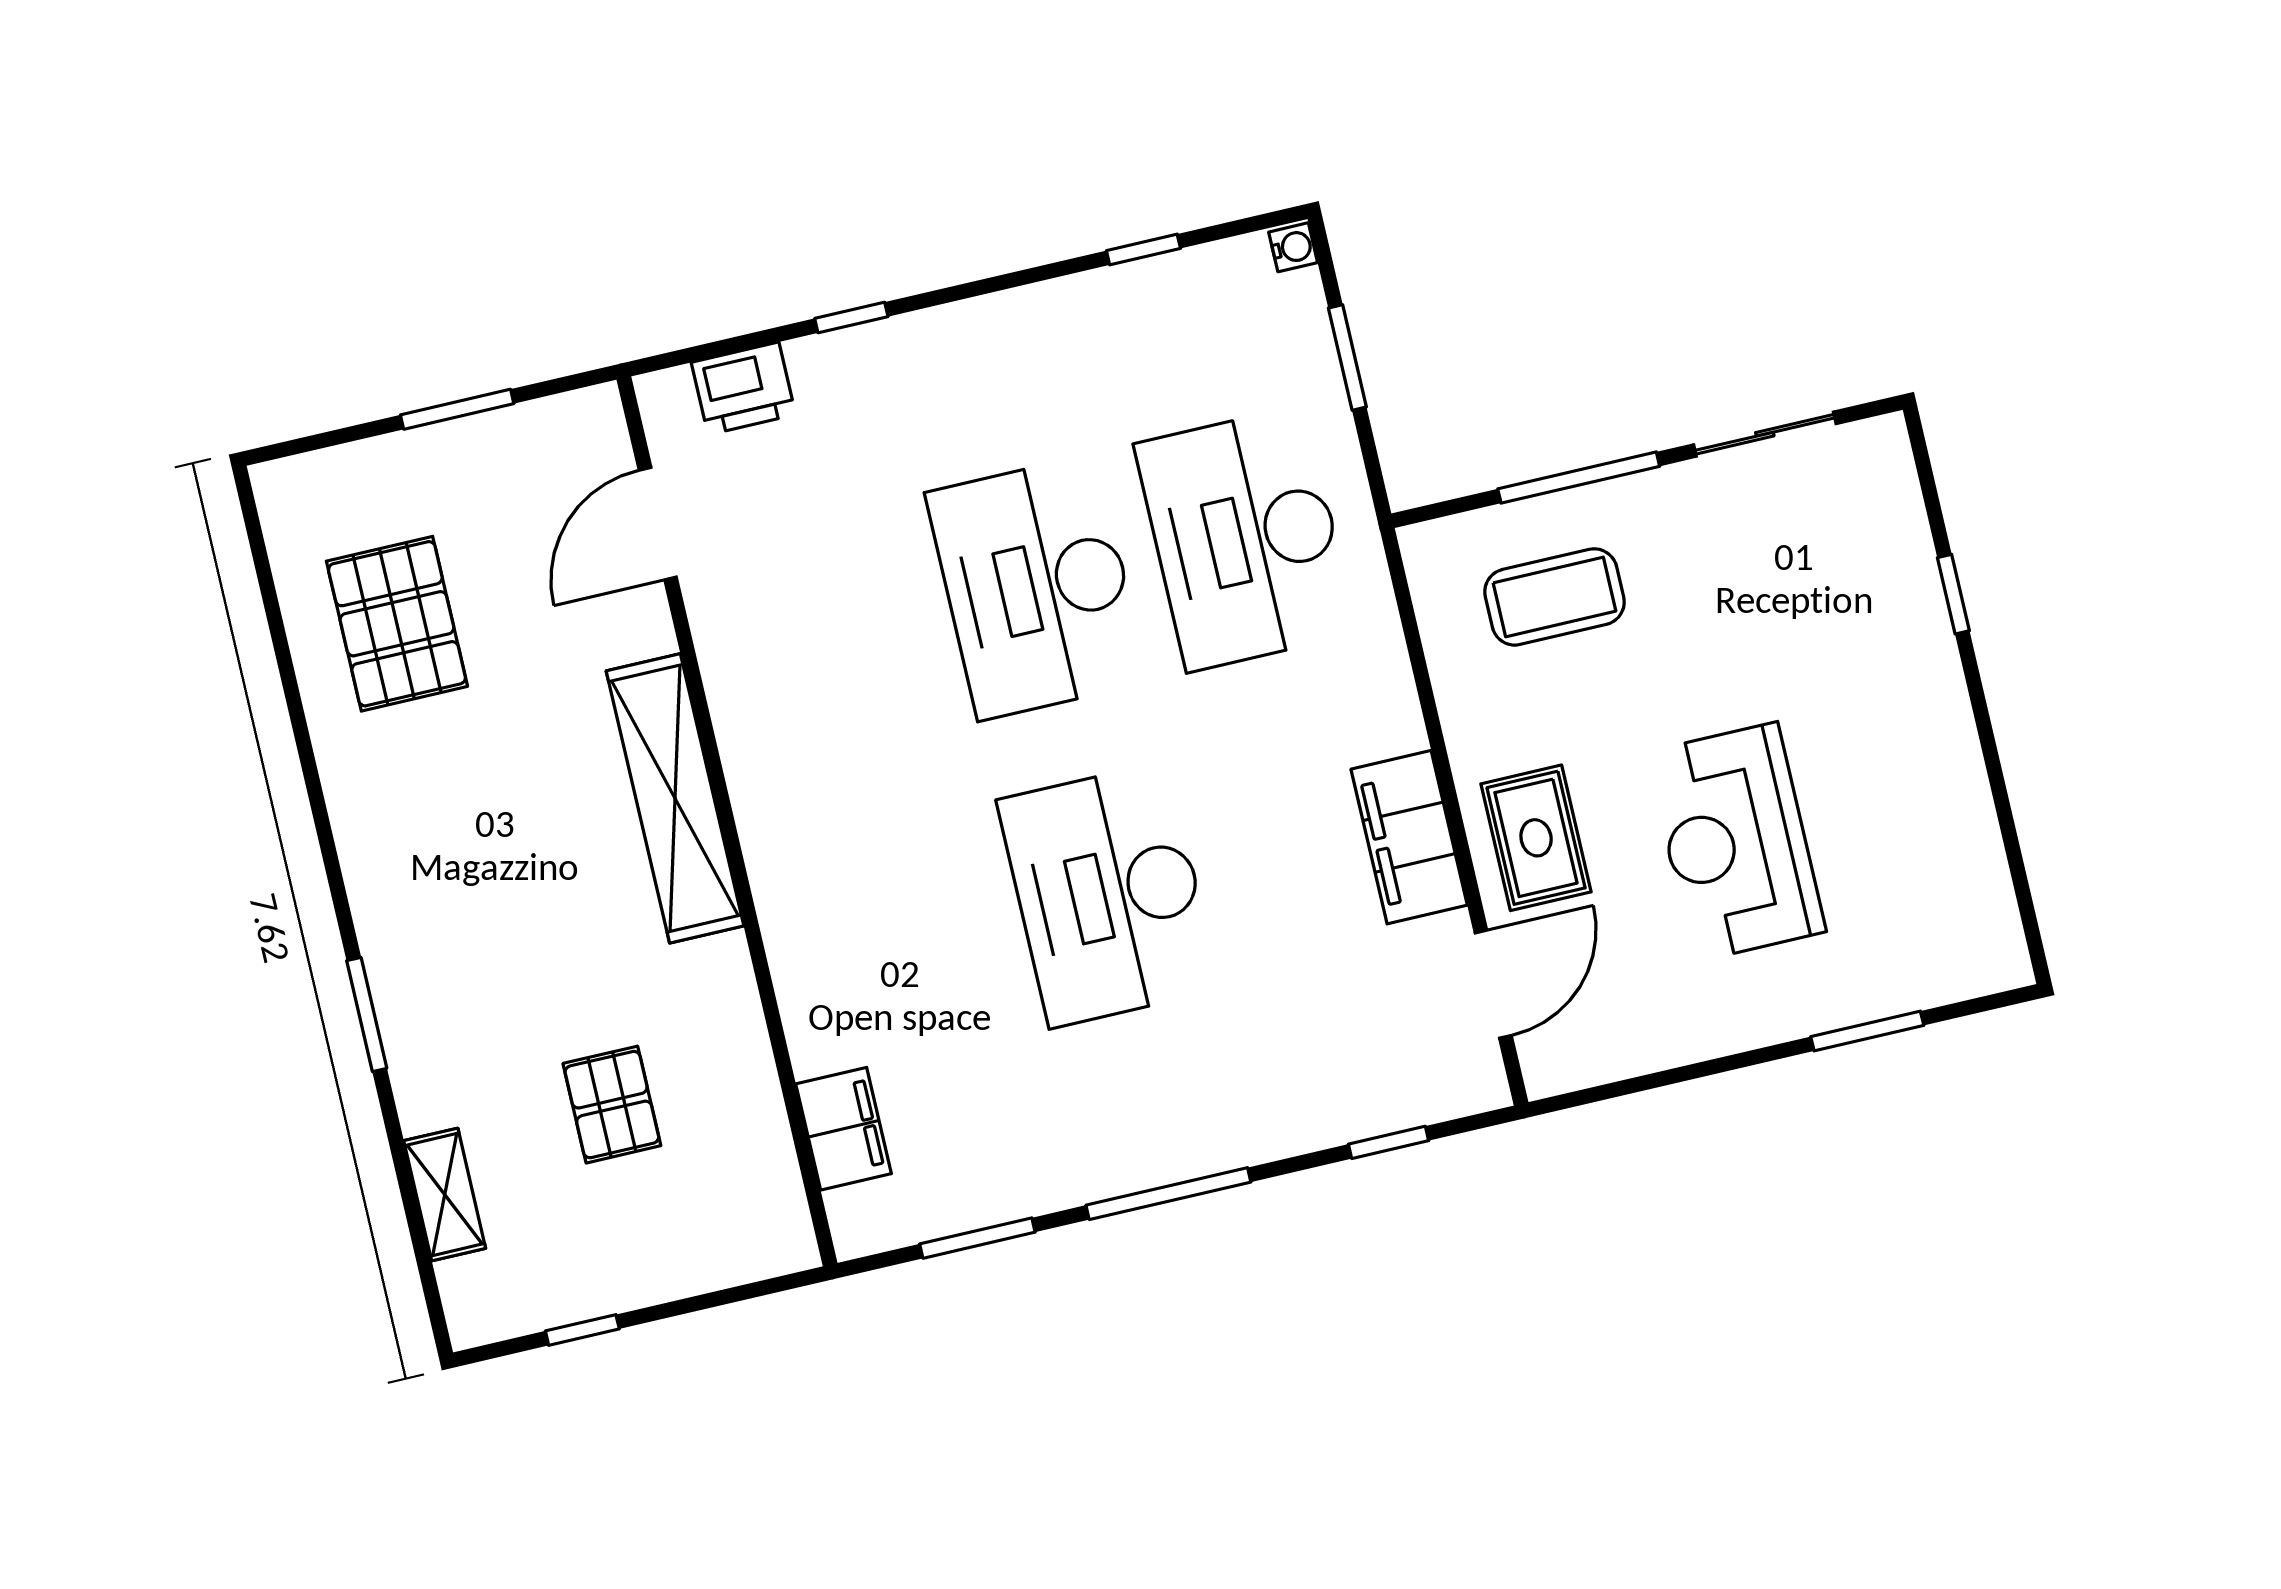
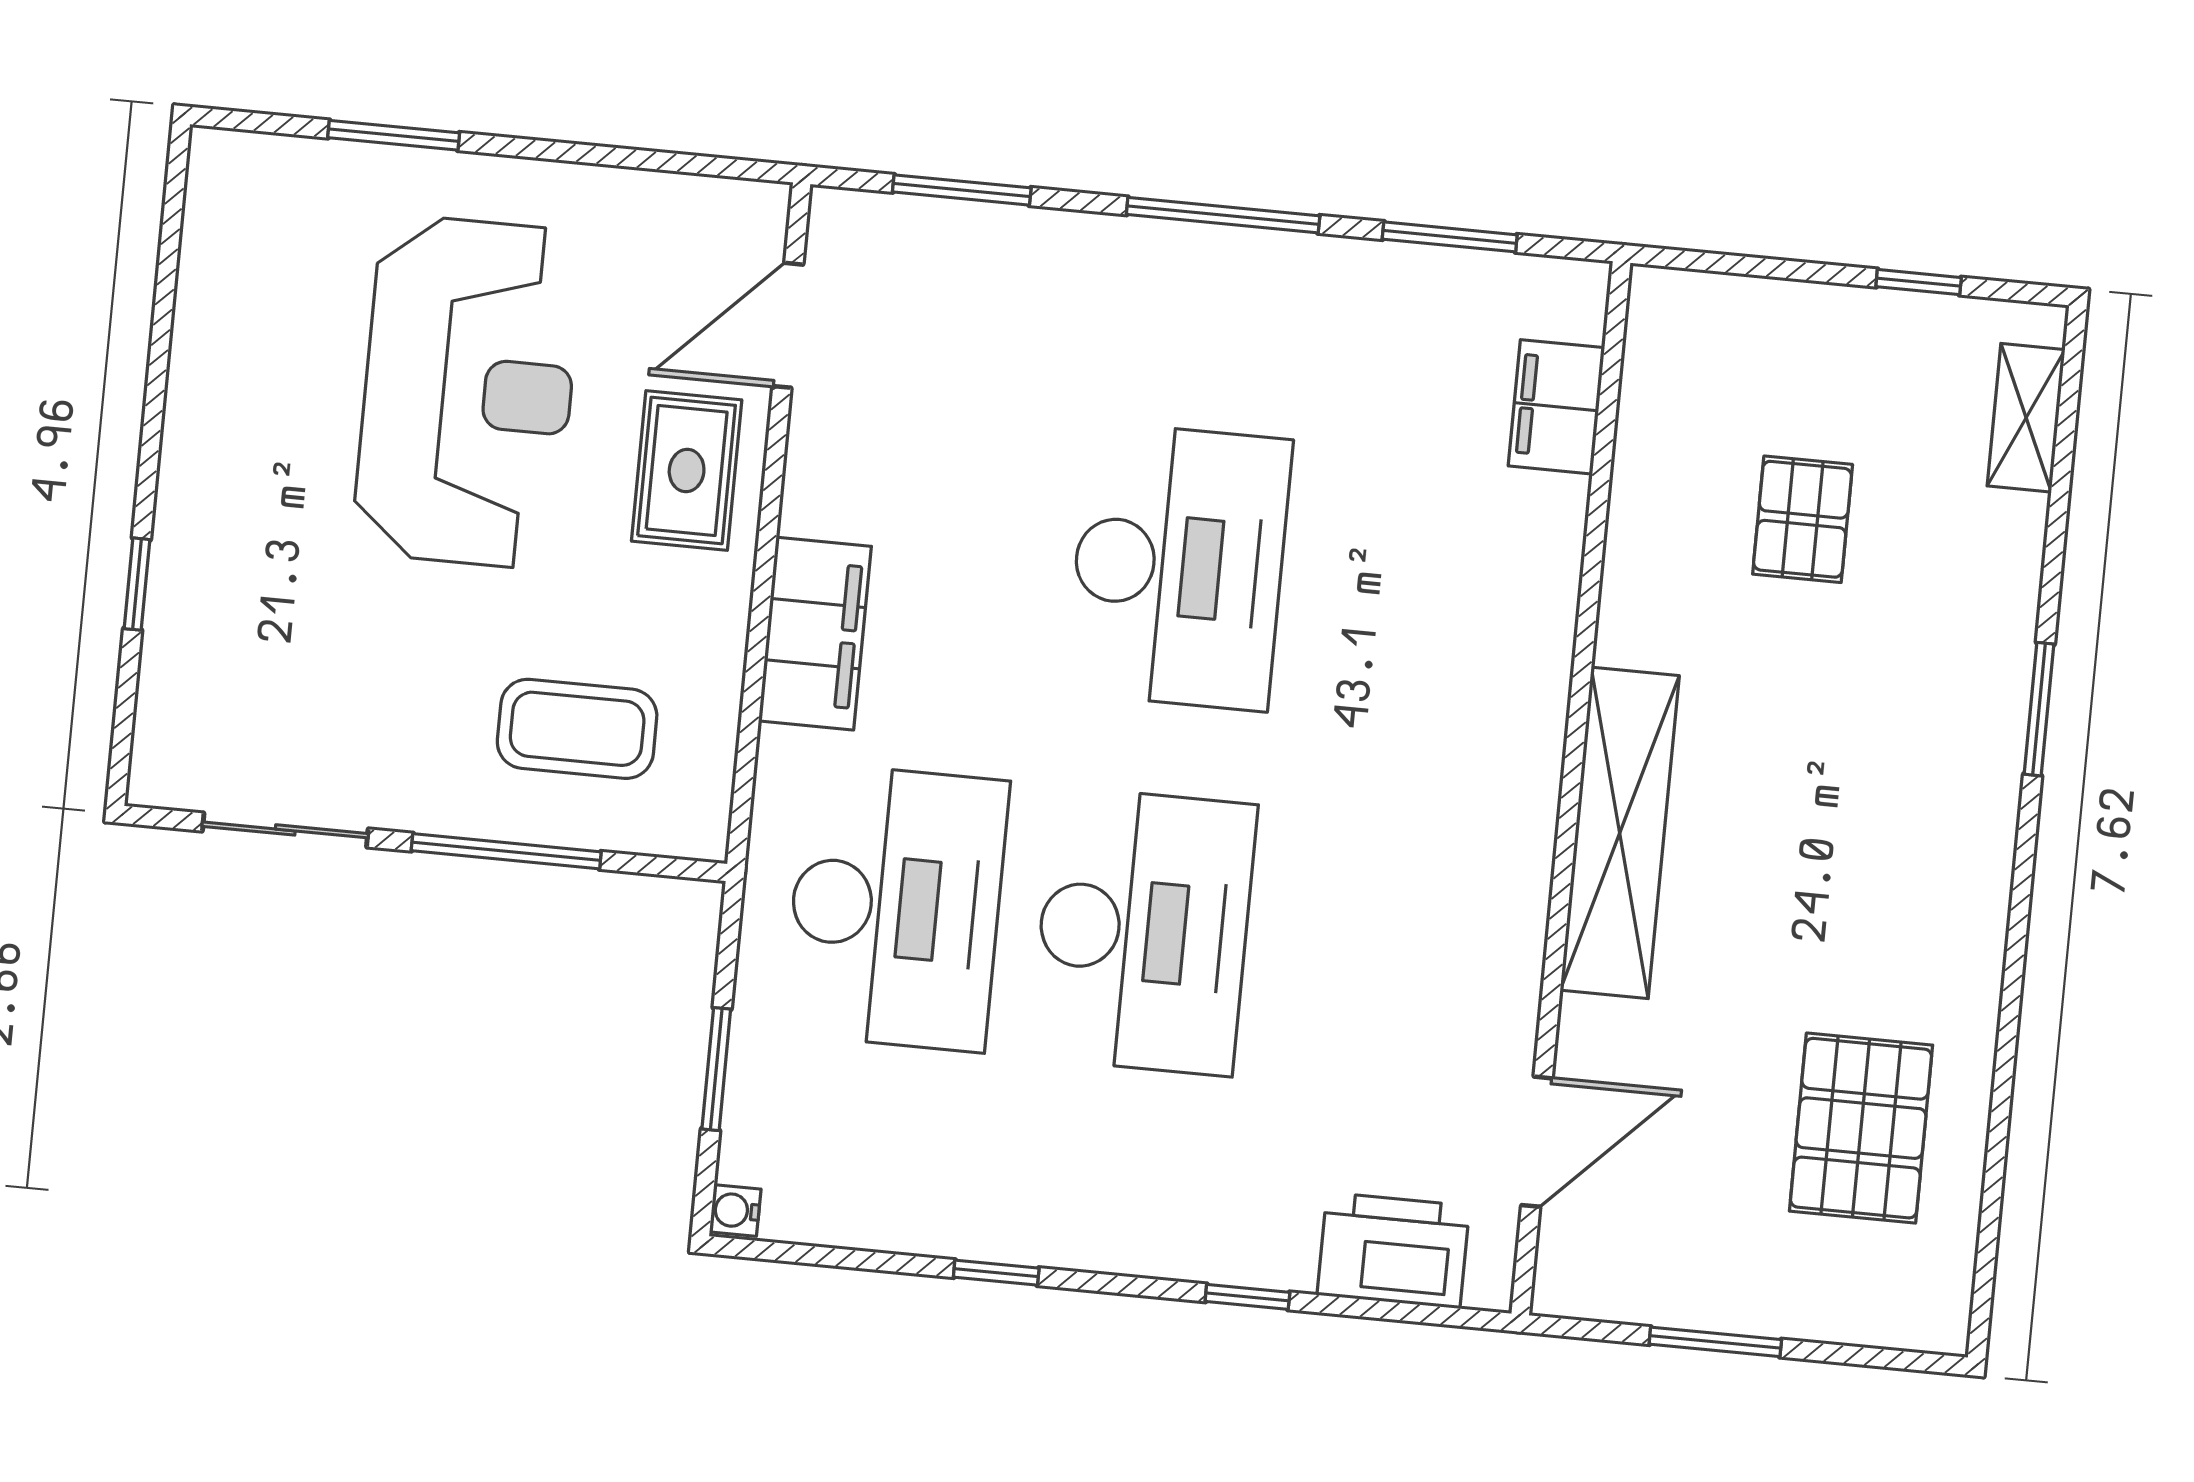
window: (1143, 250) -> (996, 1273), moved
printer: (743, 388) -> (1393, 1250), width x1.37, depth x1.19
filing cabinet: (1409, 837) -> (815, 634), moved
reception desk: (1736, 842) -> (468, 392), width x1.36, depth x1.30
window: (1388, 1142) -> (962, 190), width x1.50
shelving: (445, 1195) -> (2026, 418), moved

